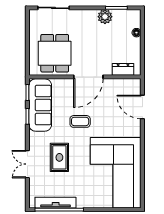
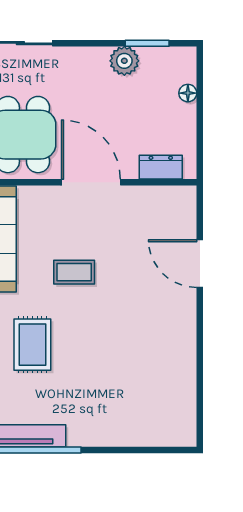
door: (88, 77) -> (91, 182), swing flipped
door: (142, 107) -> (200, 264), moved
corner sofa: (116, 173) -> (146, 376), removed

